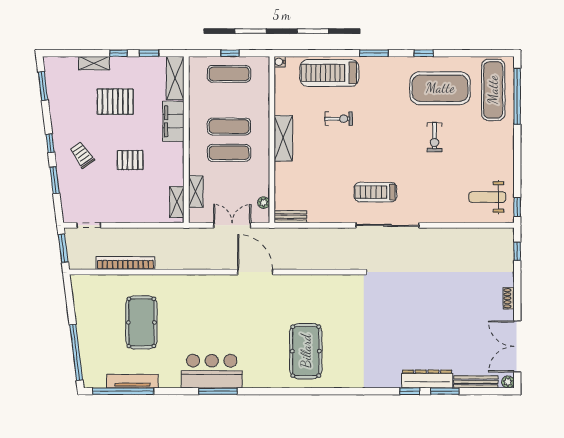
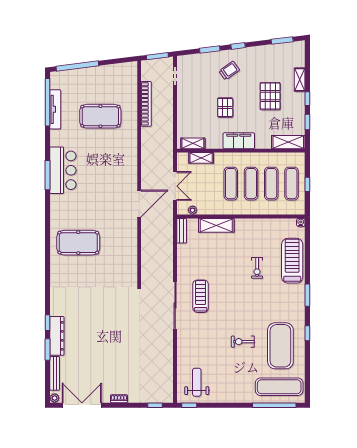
exercise mat: (229, 100) -> (271, 184), added
filing cabinet: (173, 121) -> (239, 141), moved
shelving: (283, 138) -> (216, 225), moved

